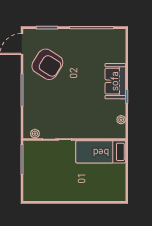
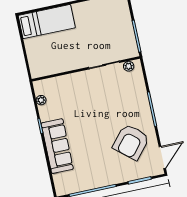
armchair: (47, 64) -> (131, 142), turned -82
sofa: (115, 81) -> (57, 146), width x1.36
bed: (101, 152) -> (47, 22), moved

